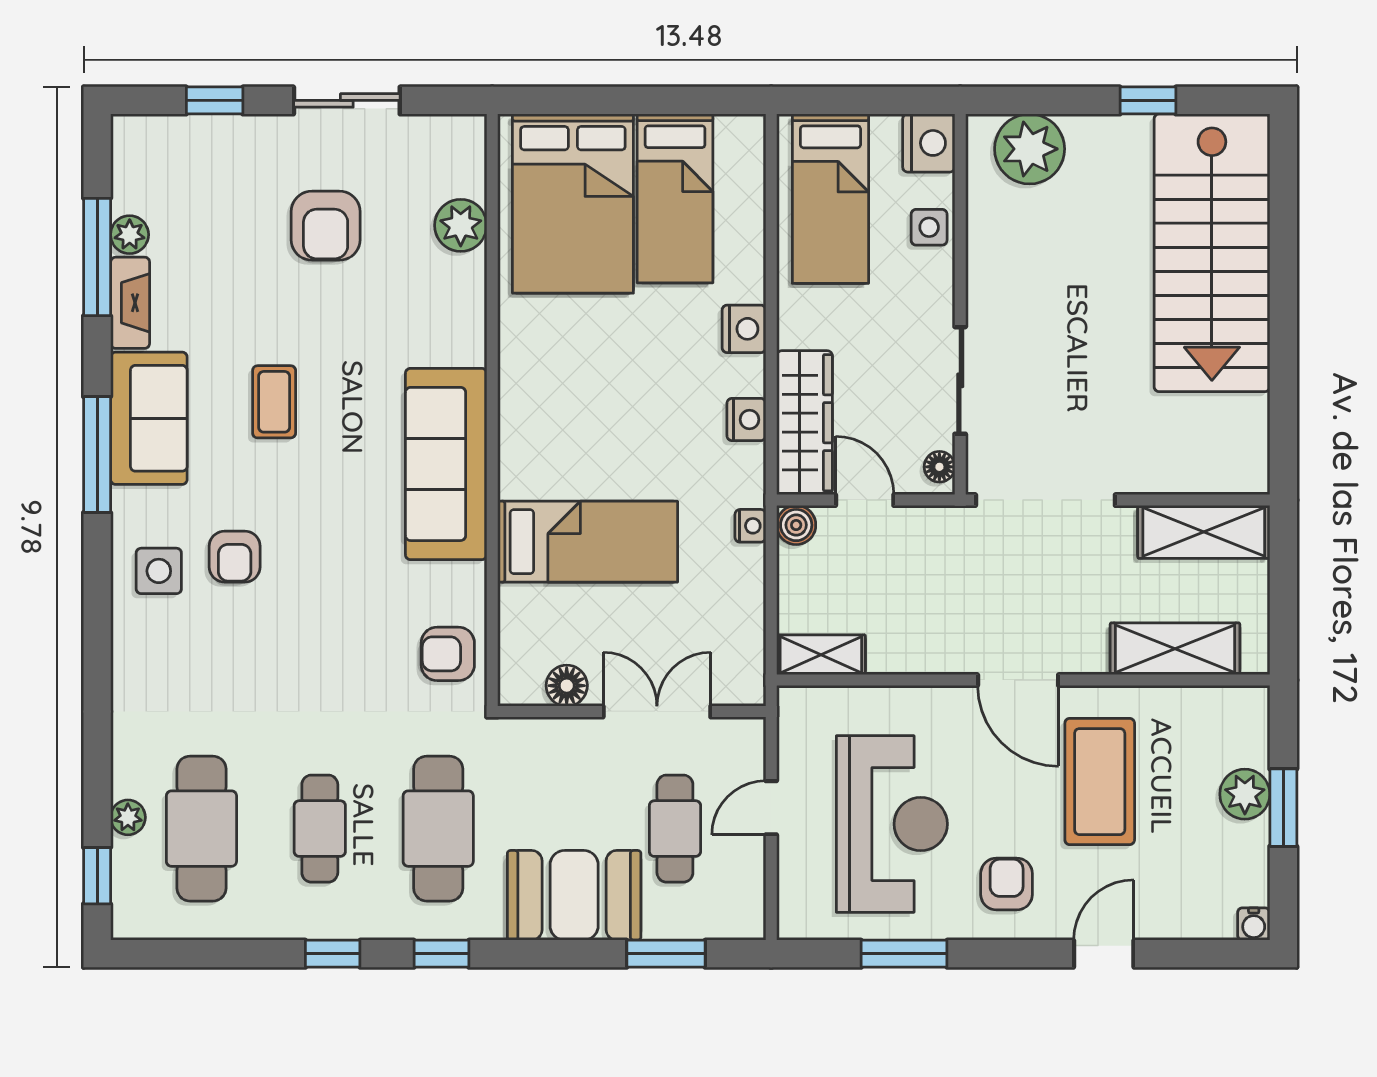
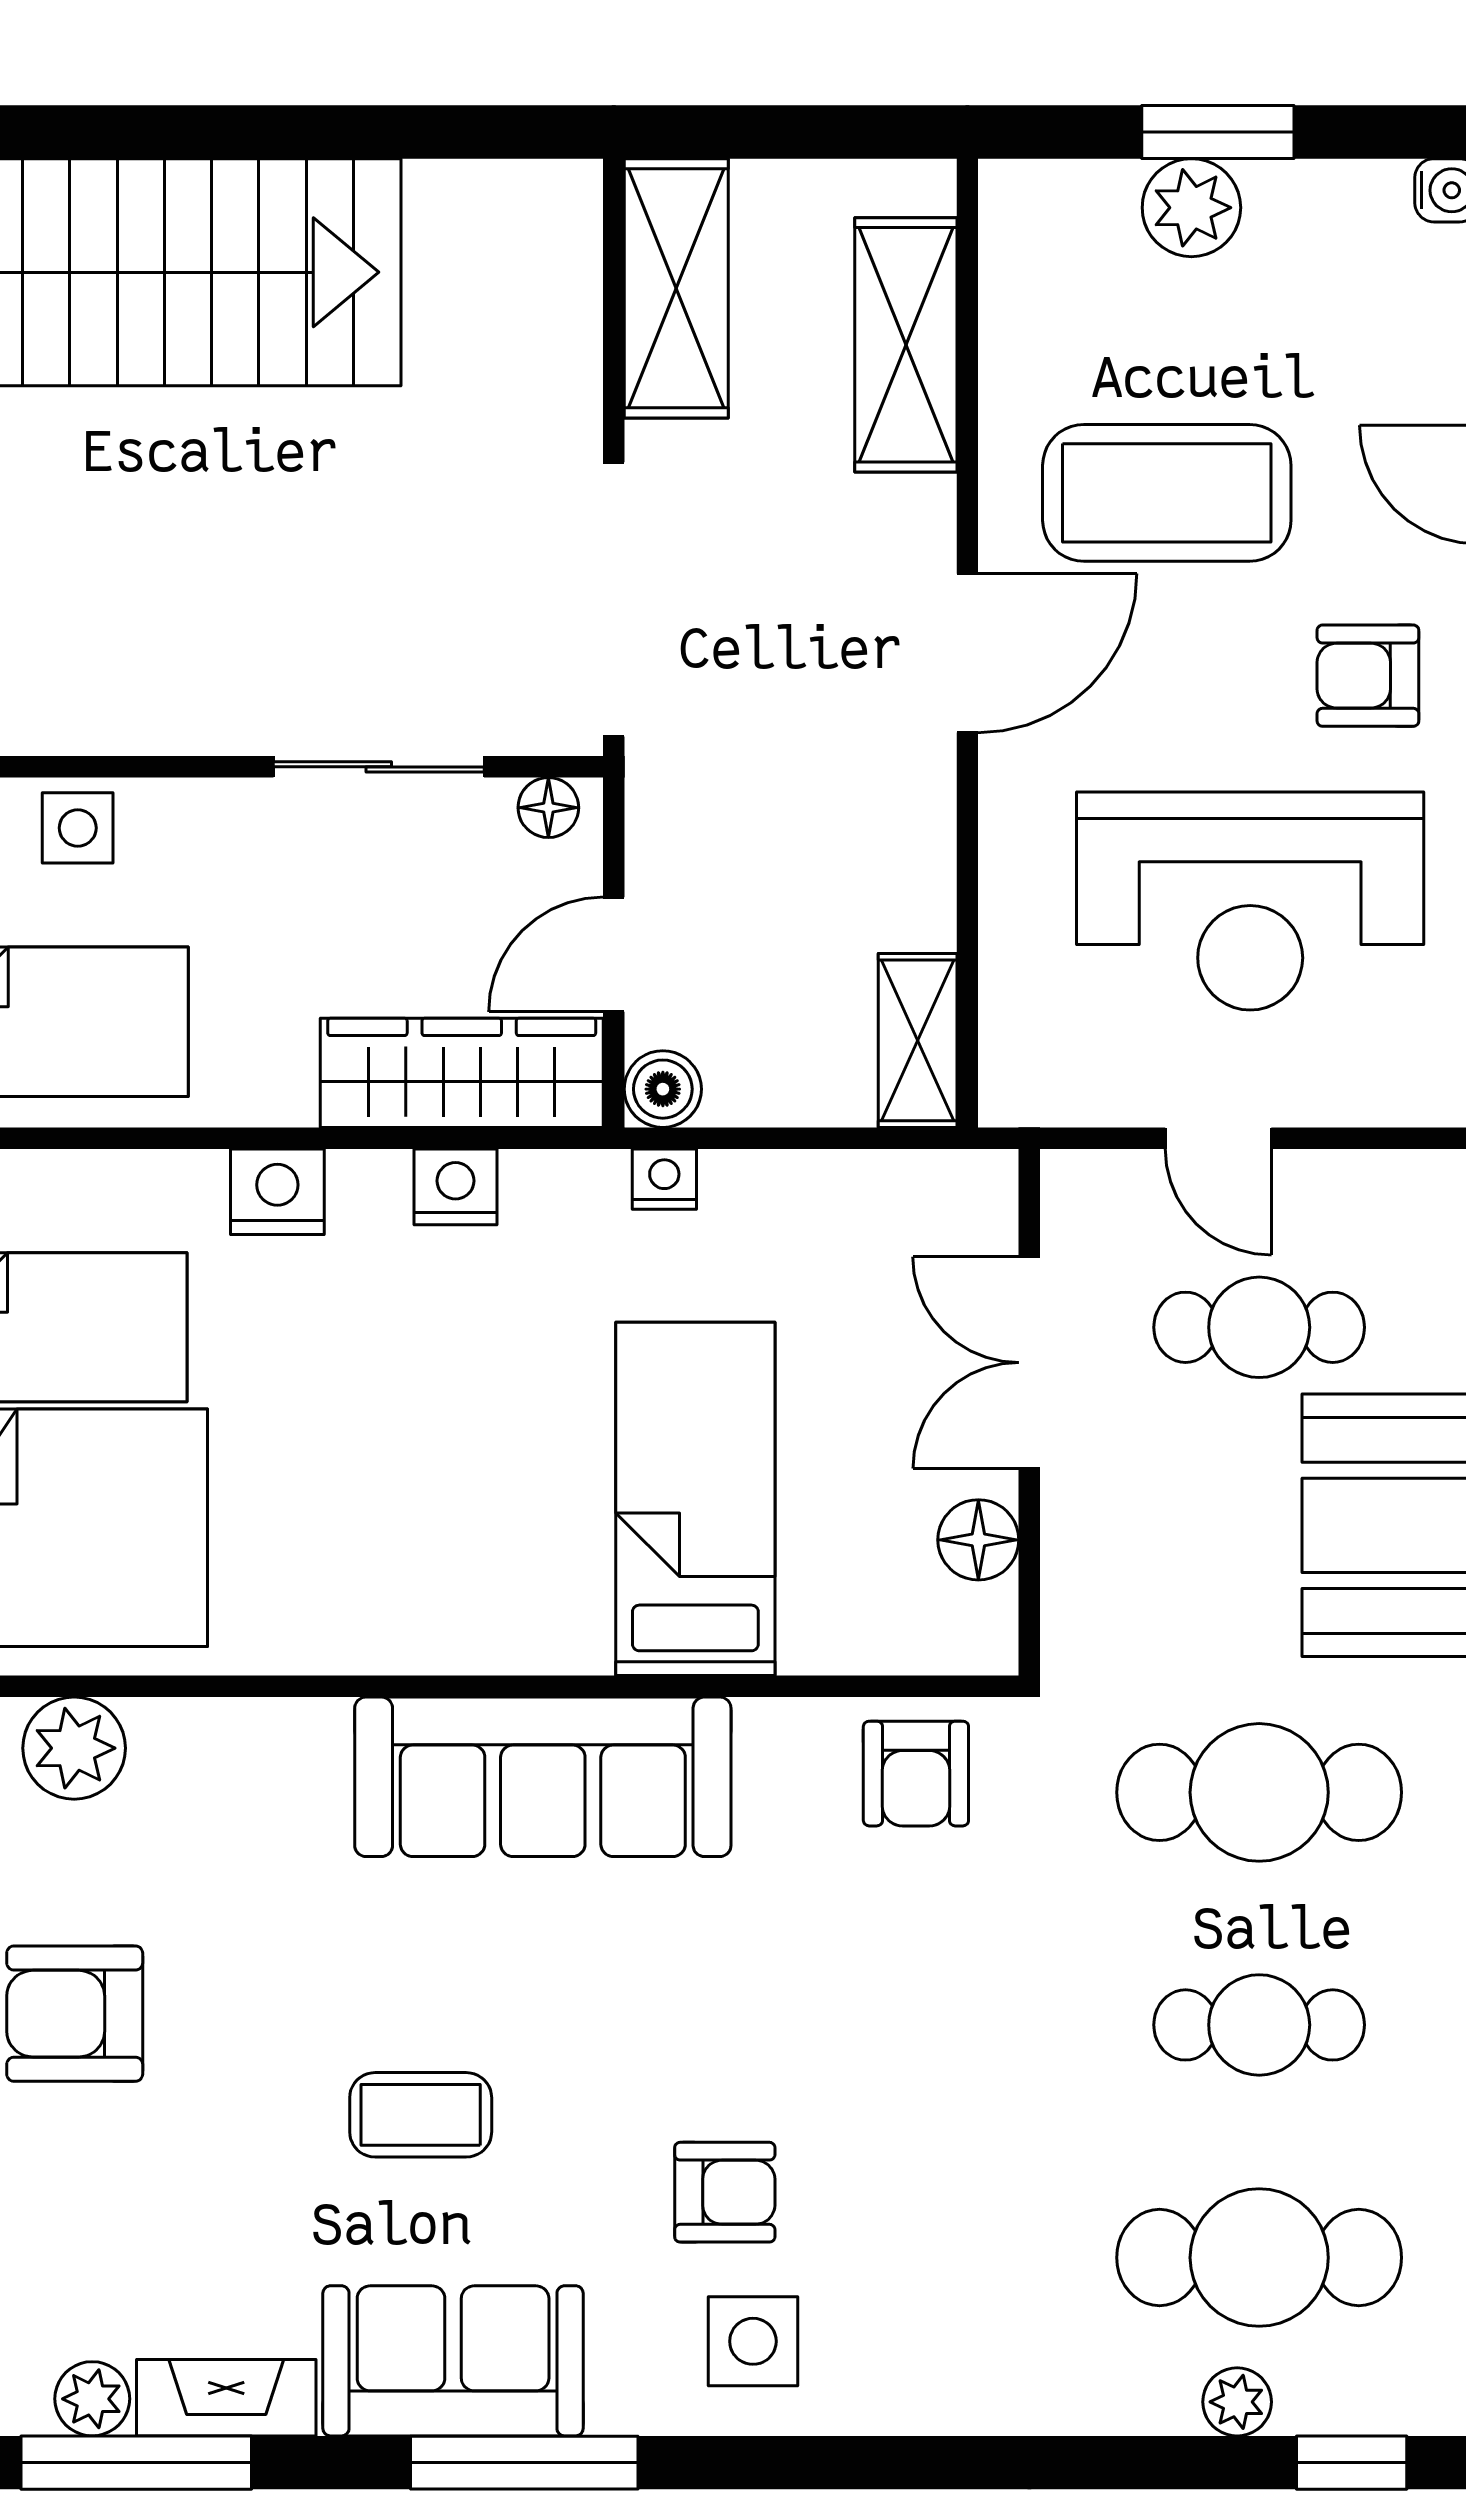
armchair: (326, 226) -> (75, 2014), turned 180
reception desk: (892, 824) -> (1250, 901), turned 180

